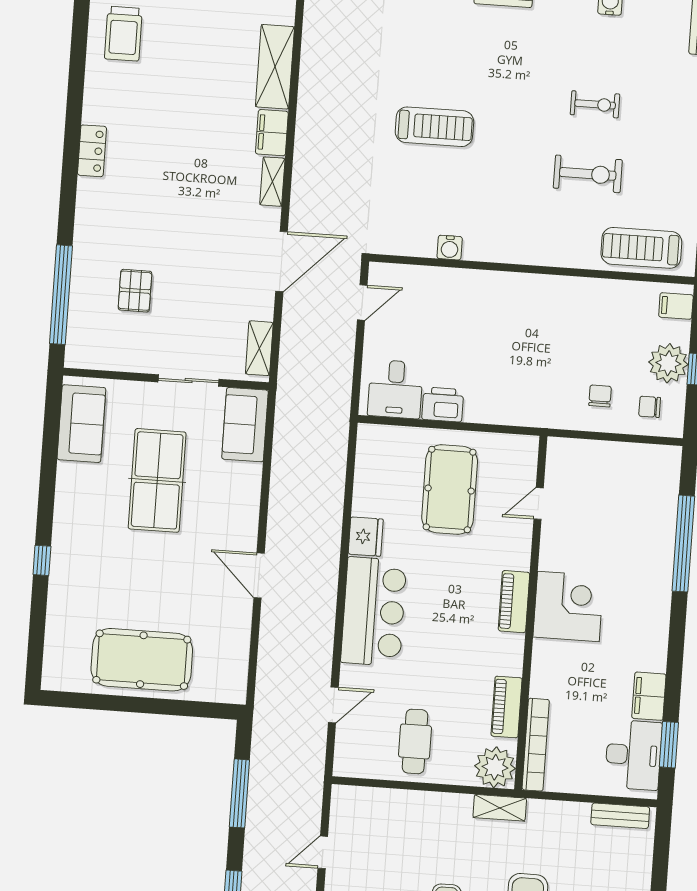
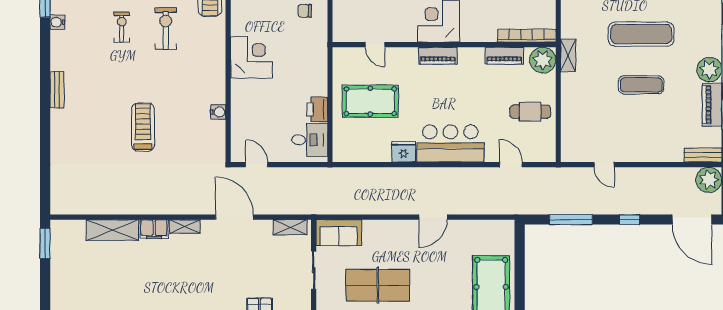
corner desk: (533, 307) -> (252, 57), added

